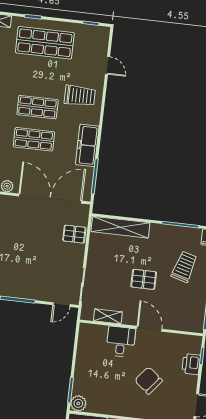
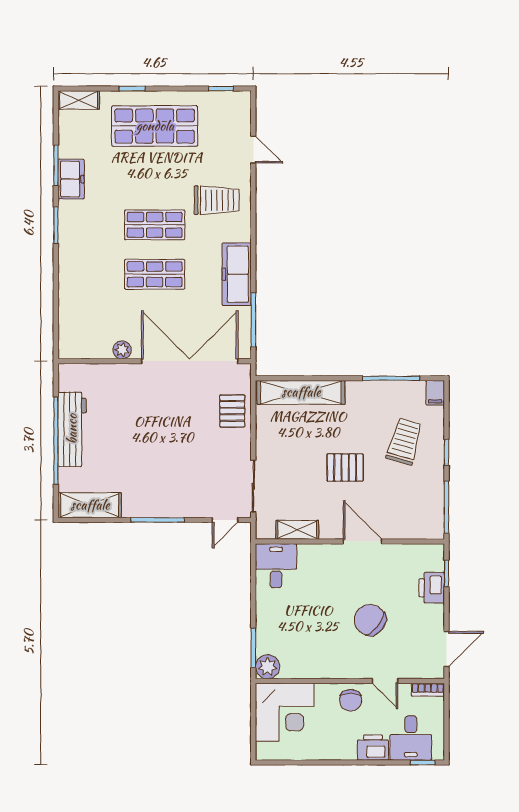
pallet: (74, 234) -> (232, 411), turned 90
desk: (121, 342) -> (276, 566), moved

